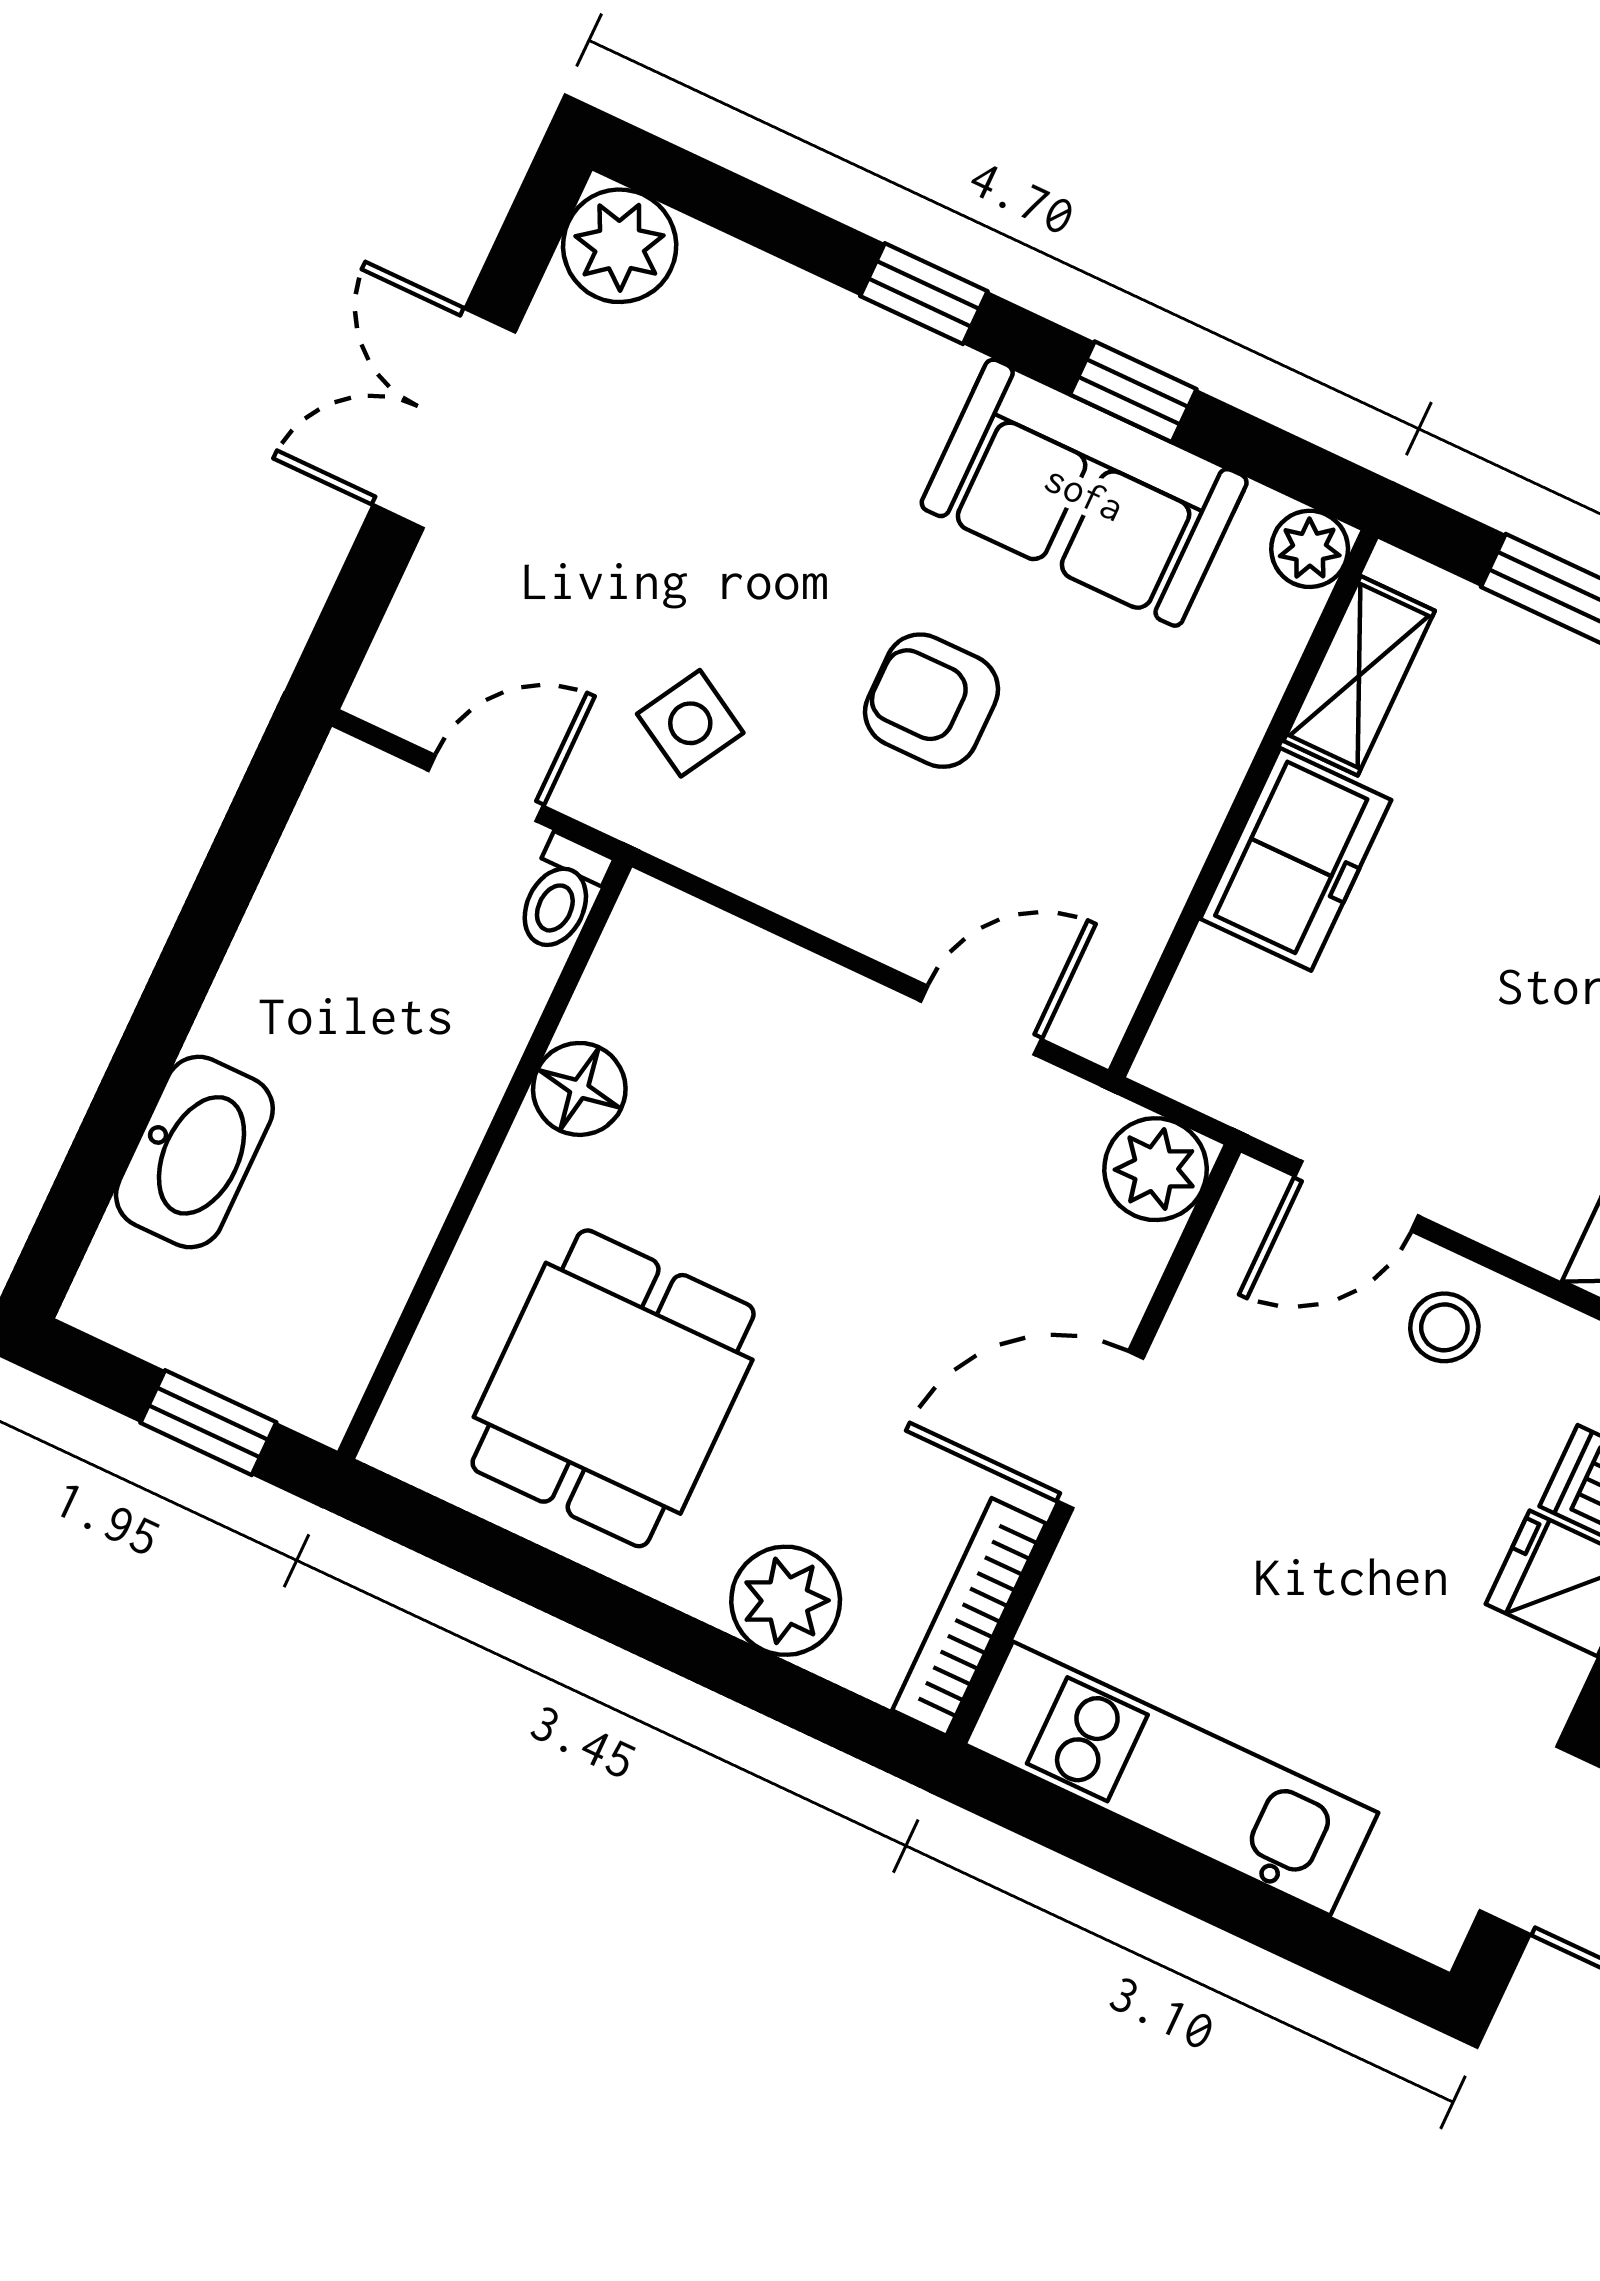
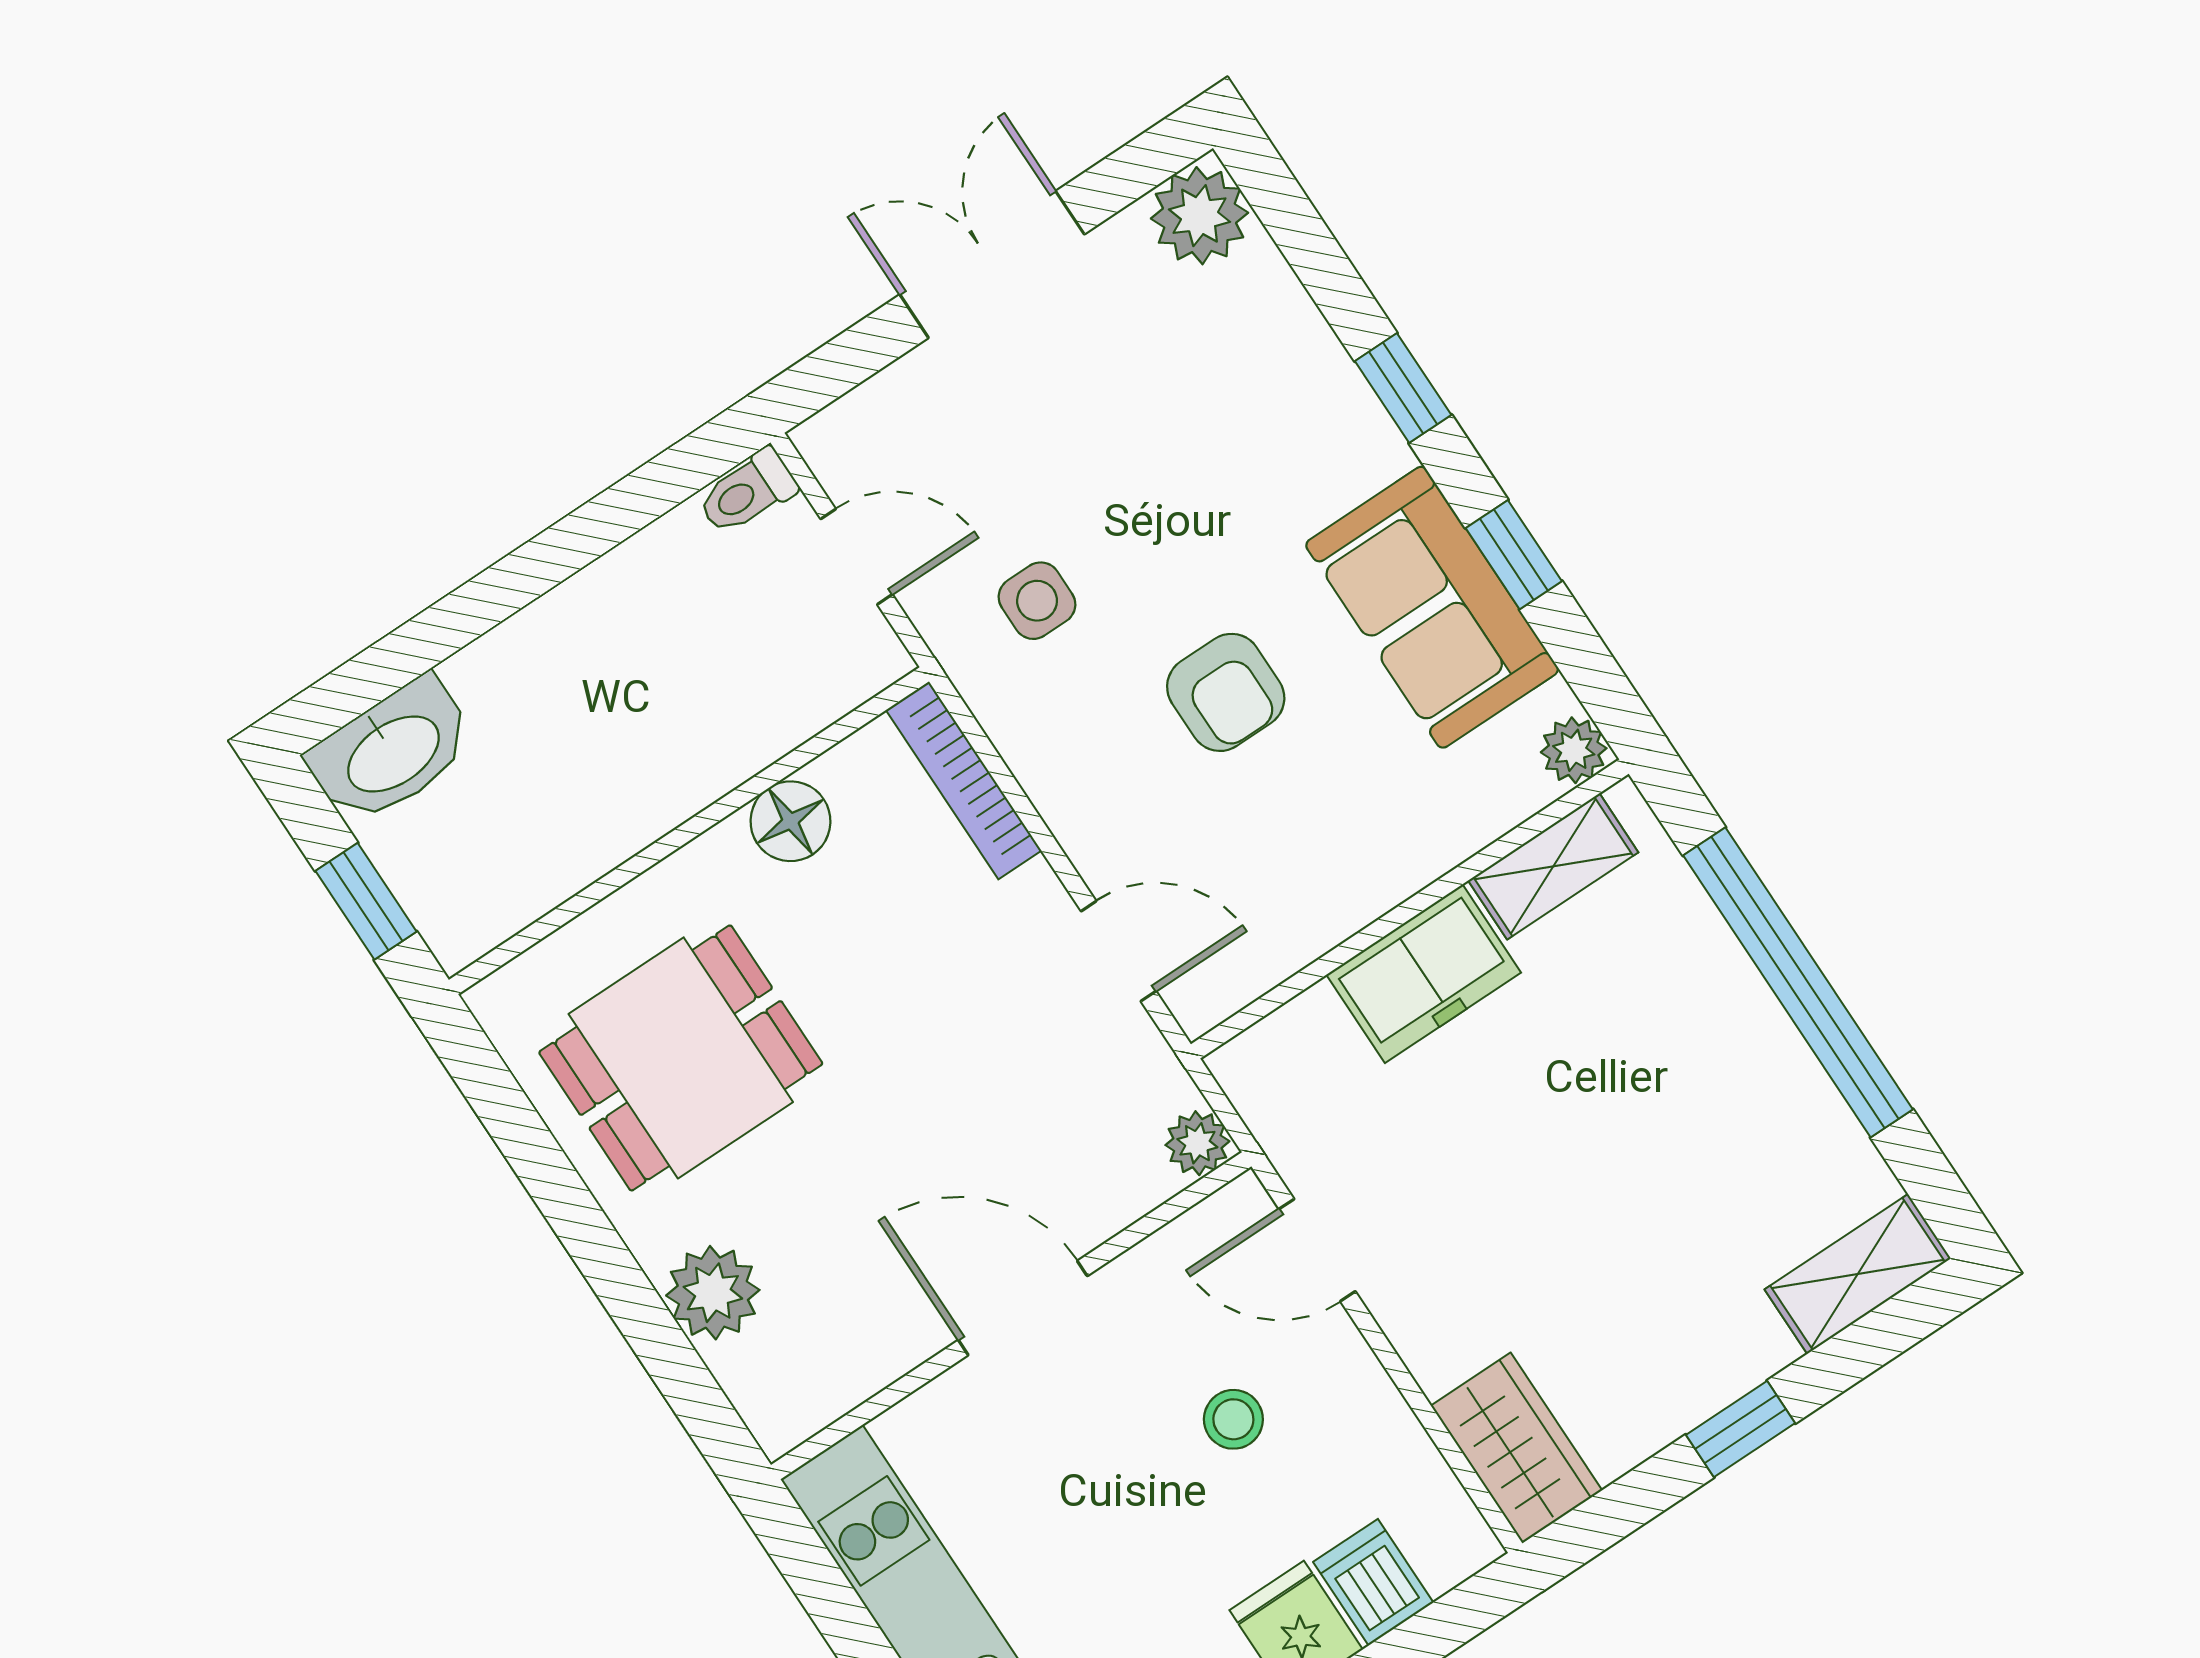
armchair: (932, 701) -> (1226, 692), turned 180
side table: (690, 723) -> (1037, 601), turned -30
toilet: (561, 894) -> (747, 492), moved
washbasin: (194, 1152) -> (392, 752), moved
plant: (1156, 1169) -> (1197, 1143), width x0.73, depth x0.73
stool: (1444, 1327) -> (1233, 1419), moved
bookcase: (969, 1617) -> (964, 780), moved, turned -90

